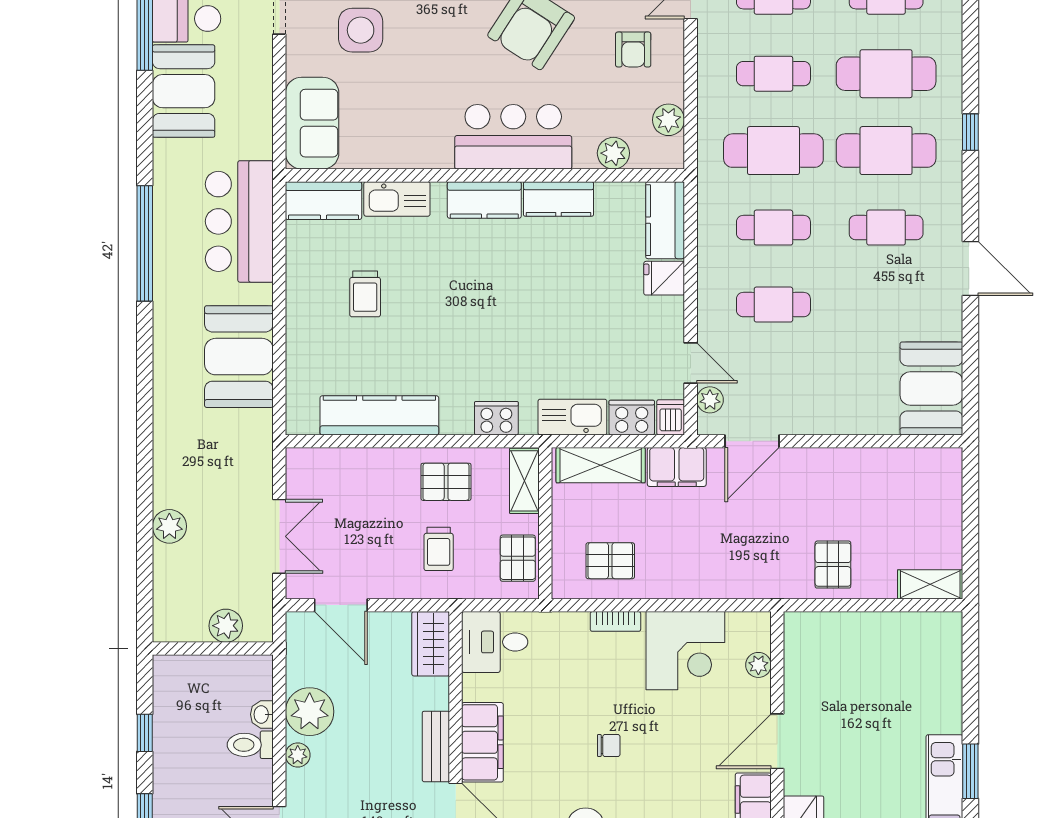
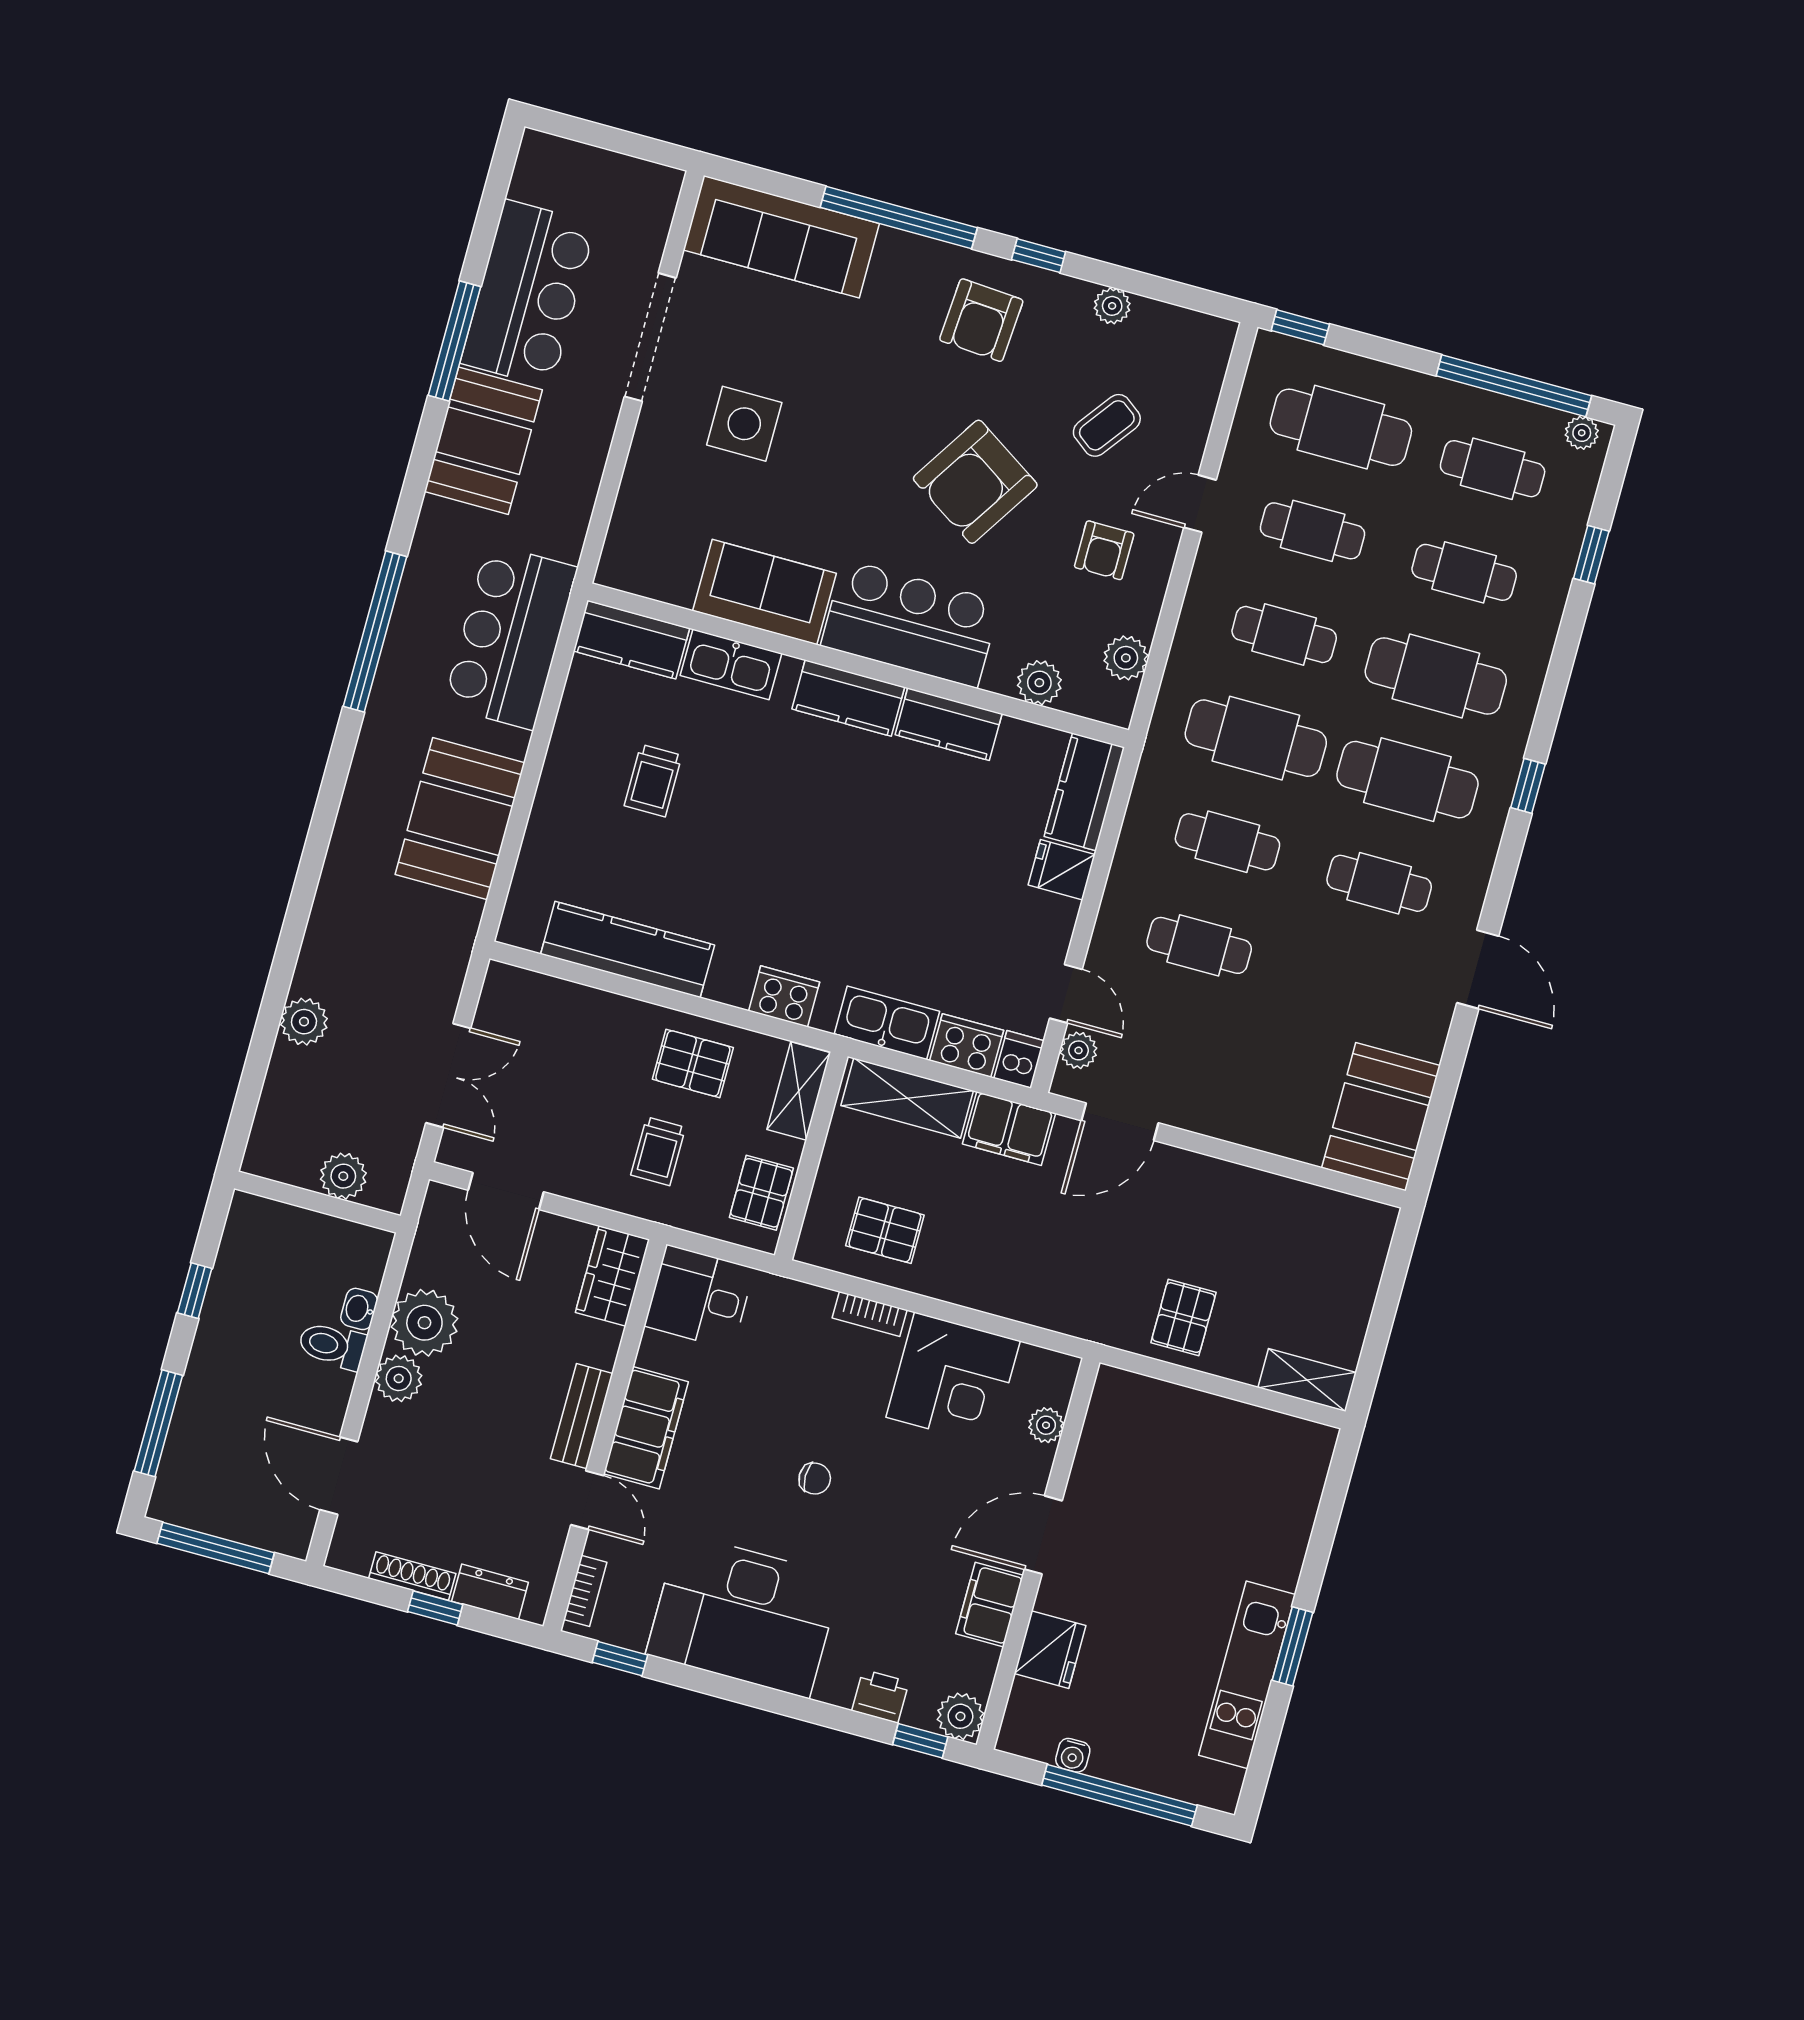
sofa: (312, 123) -> (764, 592), moved, turned -90
plant: (298, 755) -> (399, 1378), width x1.38, depth x1.38

